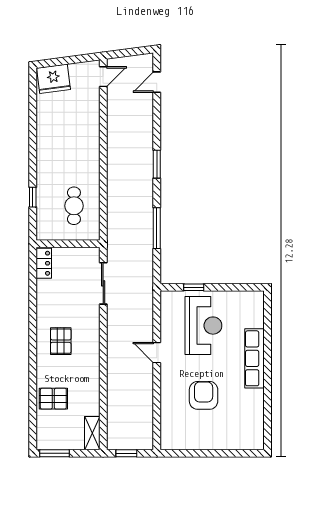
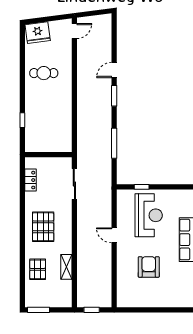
door: (157, 82) -> (114, 70), moved
cafe table: (74, 206) -> (44, 73), moved, turned 90
locker: (44, 263) -> (30, 180), moved
pallet: (61, 341) -> (43, 227), width x1.50, depth x1.42
pallet: (53, 399) -> (38, 269), turned 90
shelving: (92, 433) -> (66, 267), moved

